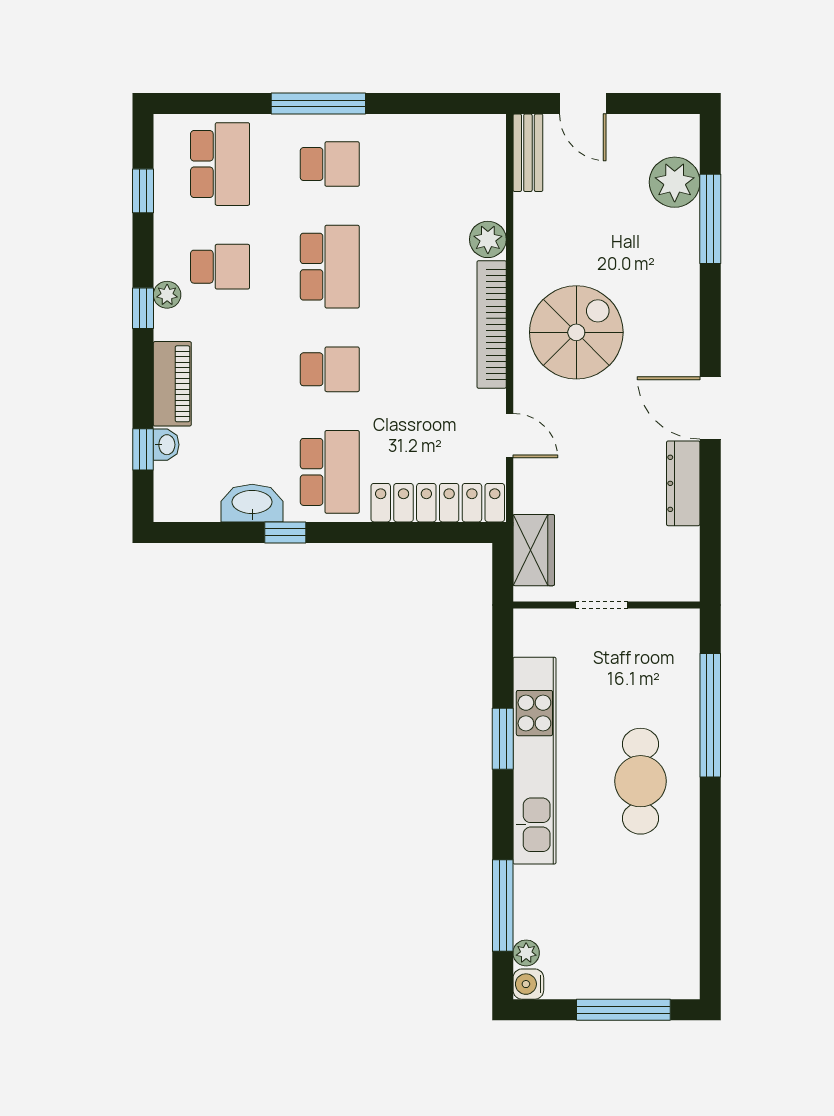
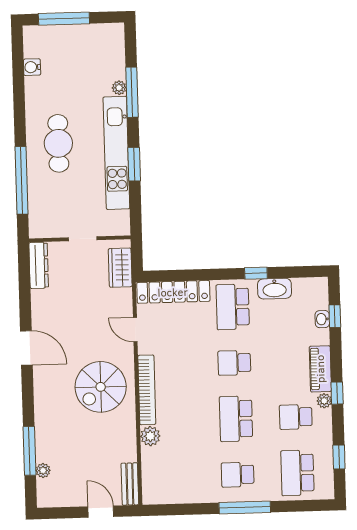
plant: (675, 182) -> (43, 471), width x0.53, depth x0.53
piano: (172, 384) -> (320, 369), moved
dresser: (683, 483) -> (39, 265), moved
window: (503, 906) -> (132, 92), moved
plant: (526, 953) -> (119, 88), moved
water cooler: (528, 984) -> (32, 67), moved, turned 180

